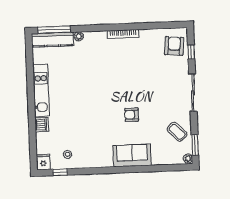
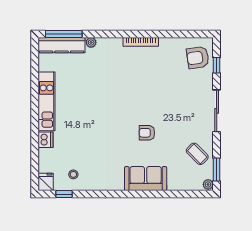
armchair: (174, 46) -> (198, 58), turned -103

